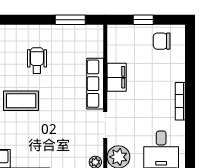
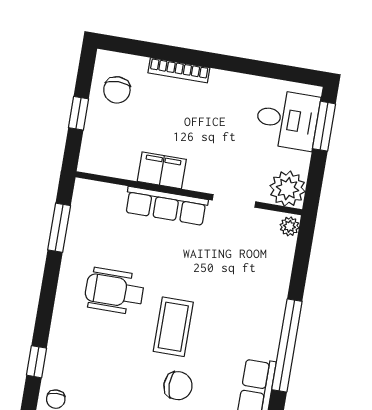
wheelchair: (37, 60) -> (114, 291), width x1.36, depth x1.37
bookcase: (180, 101) -> (179, 70), moved

